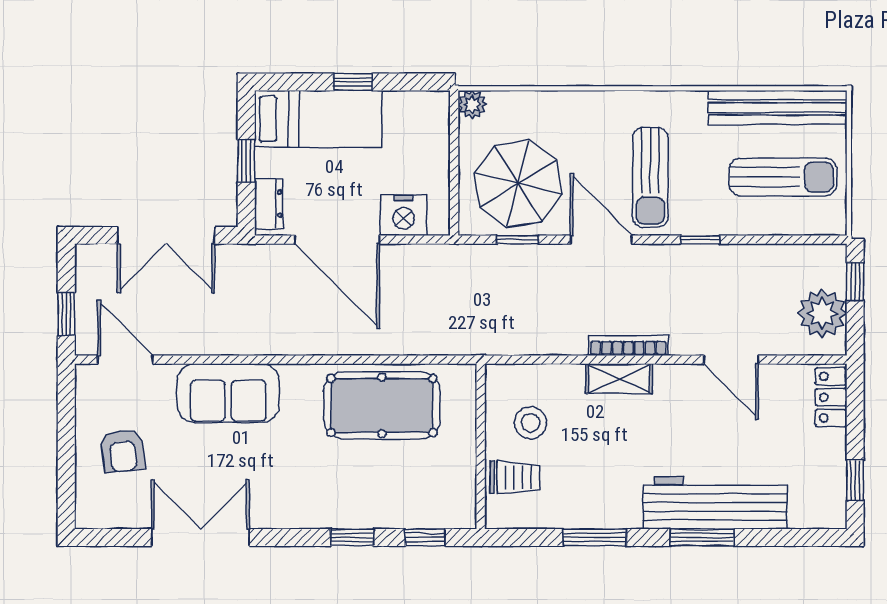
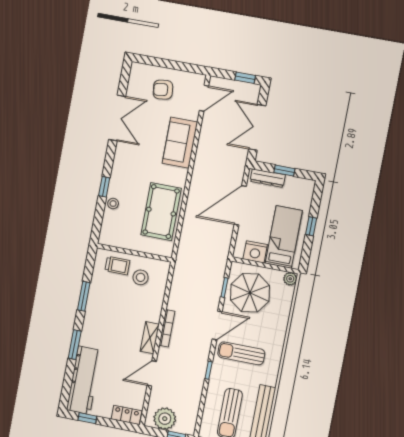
bed: (318, 119) -> (284, 237), moved, turned 180
dresser: (269, 204) -> (268, 178), width x1.44
nightstand: (404, 215) -> (255, 252), moved, turned -90
window: (66, 314) -> (245, 78), moved
shelving: (619, 379) -> (150, 338), moved
trolley: (515, 477) -> (117, 266), turned -90
workbench: (715, 503) -> (84, 380), moved
stool: (384, 512) -> (113, 204), added
window: (425, 537) -> (98, 220), removed

